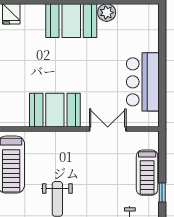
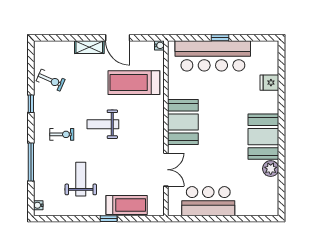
treadmill: (147, 173) -> (127, 205), turned 180

